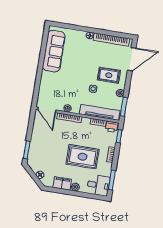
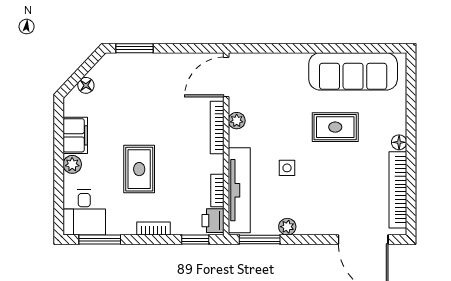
rug: (109, 75) -> (335, 127), moved, turned 90
rug: (82, 157) -> (139, 169), width x0.73, depth x0.70

